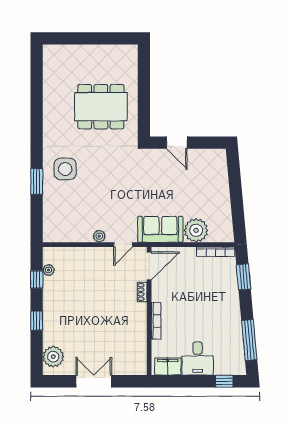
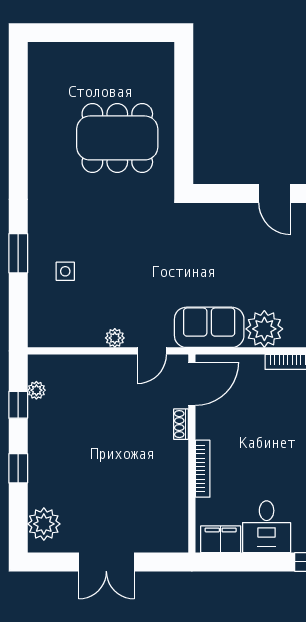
door: (177, 143) -> (275, 194), moved
side table: (65, 169) -> (65, 271), moved, width x0.54, depth x0.54
double door: (94, 381) -> (106, 562), swing flipped

